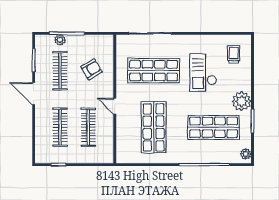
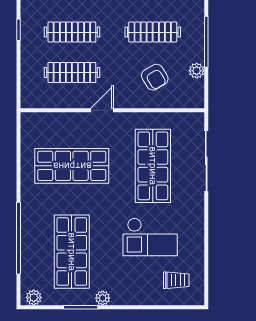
plant: (60, 40) -> (197, 71), moved
checkout: (203, 73) -> (150, 237), turned 180
plant: (242, 101) -> (103, 298), width x0.53, depth x0.53

